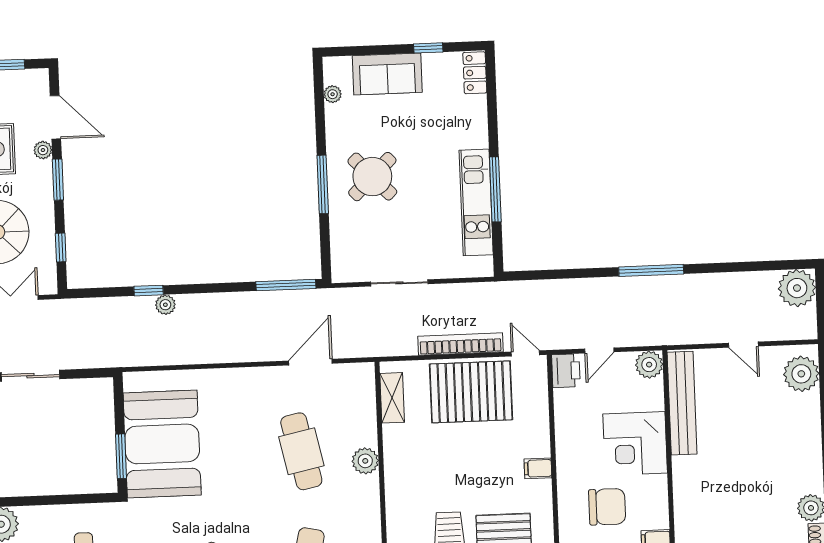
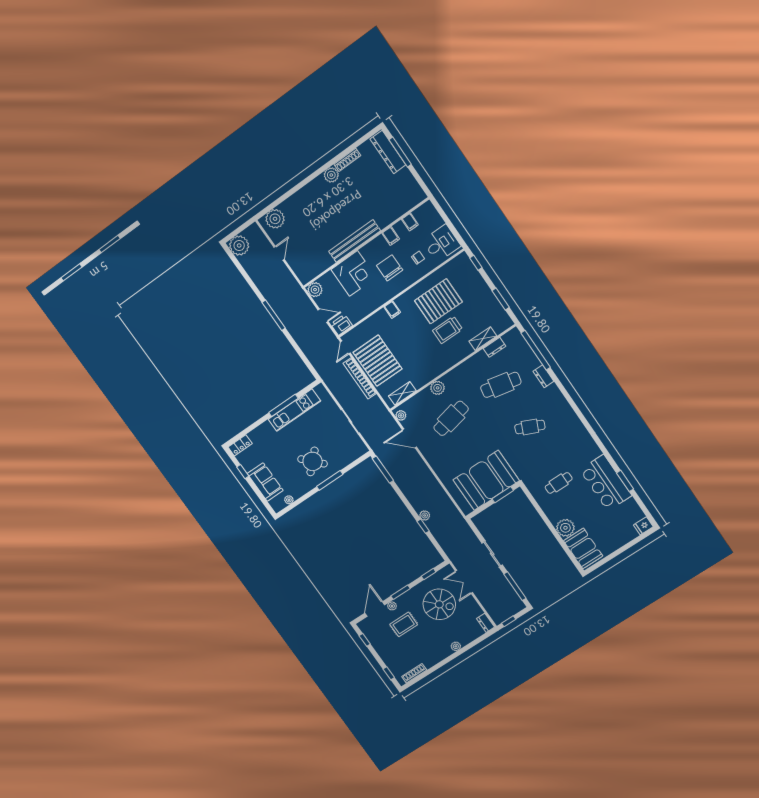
plant: (357, 372) -> (401, 415), added
bench: (682, 403) -> (355, 241), moved

